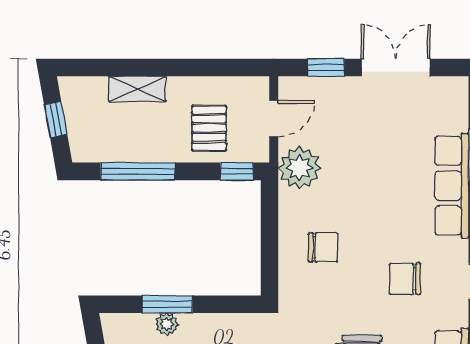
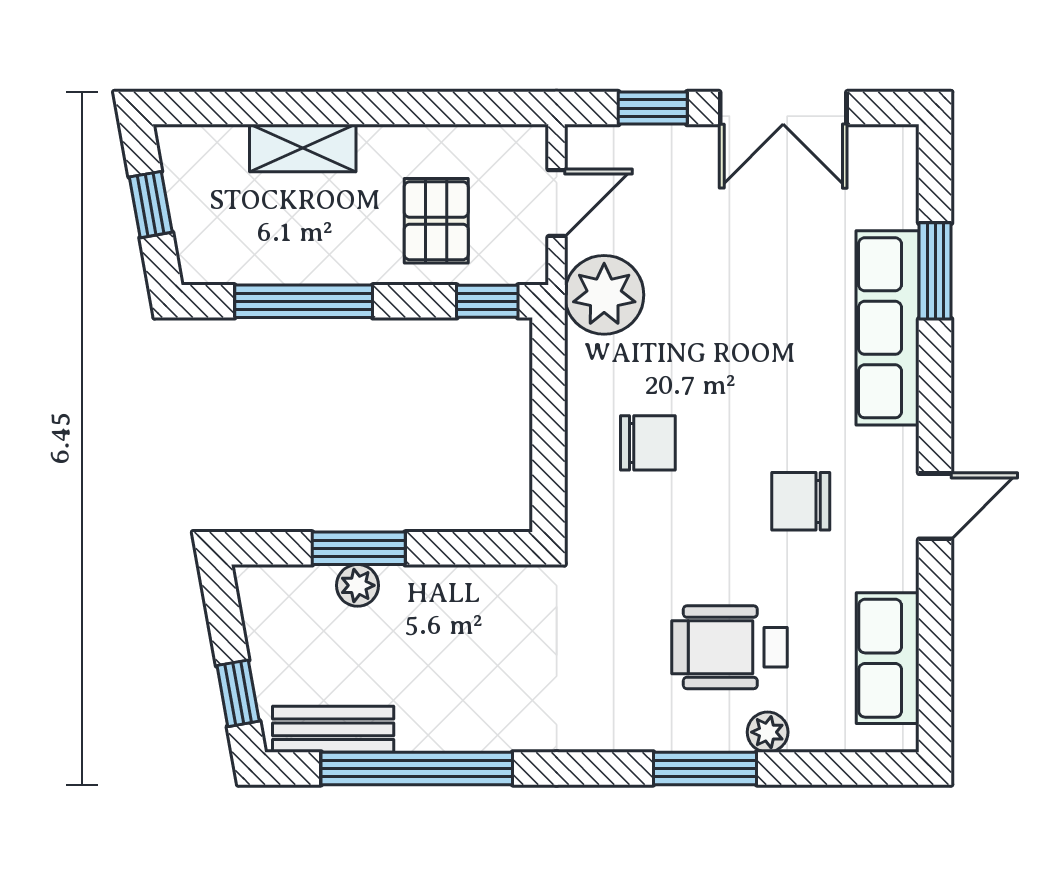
double door: (396, 67) -> (783, 108), swing flipped

